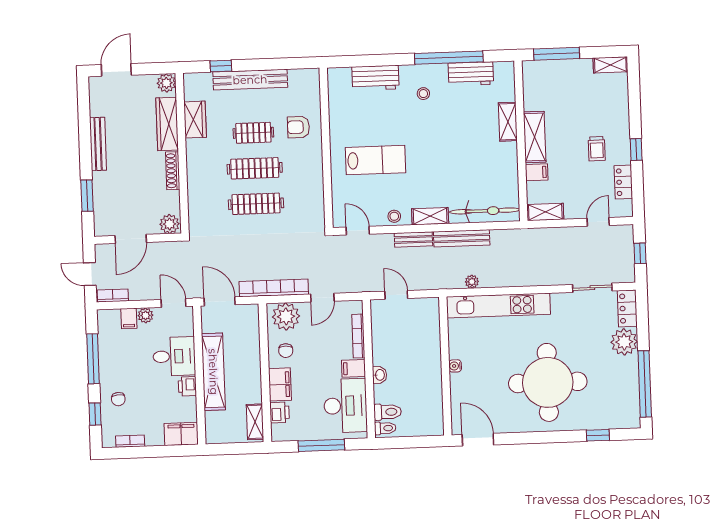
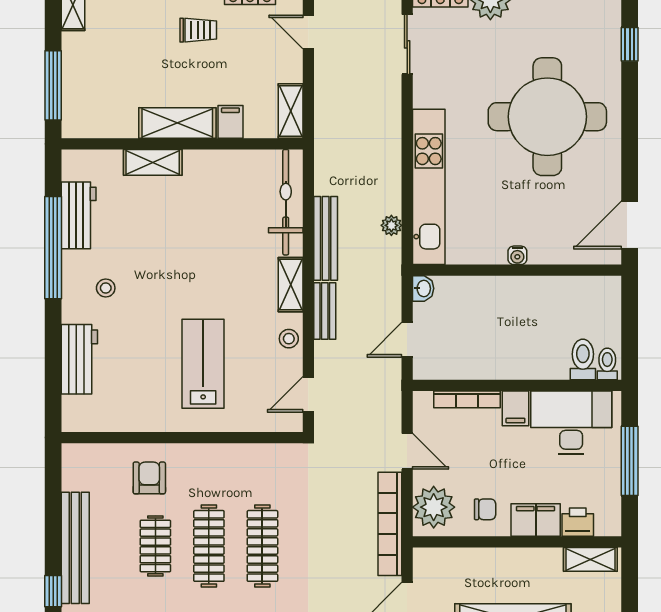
armchair: (298, 127) -> (149, 478), turned 180
washbasin: (380, 375) -> (423, 288), moved, turned 90

